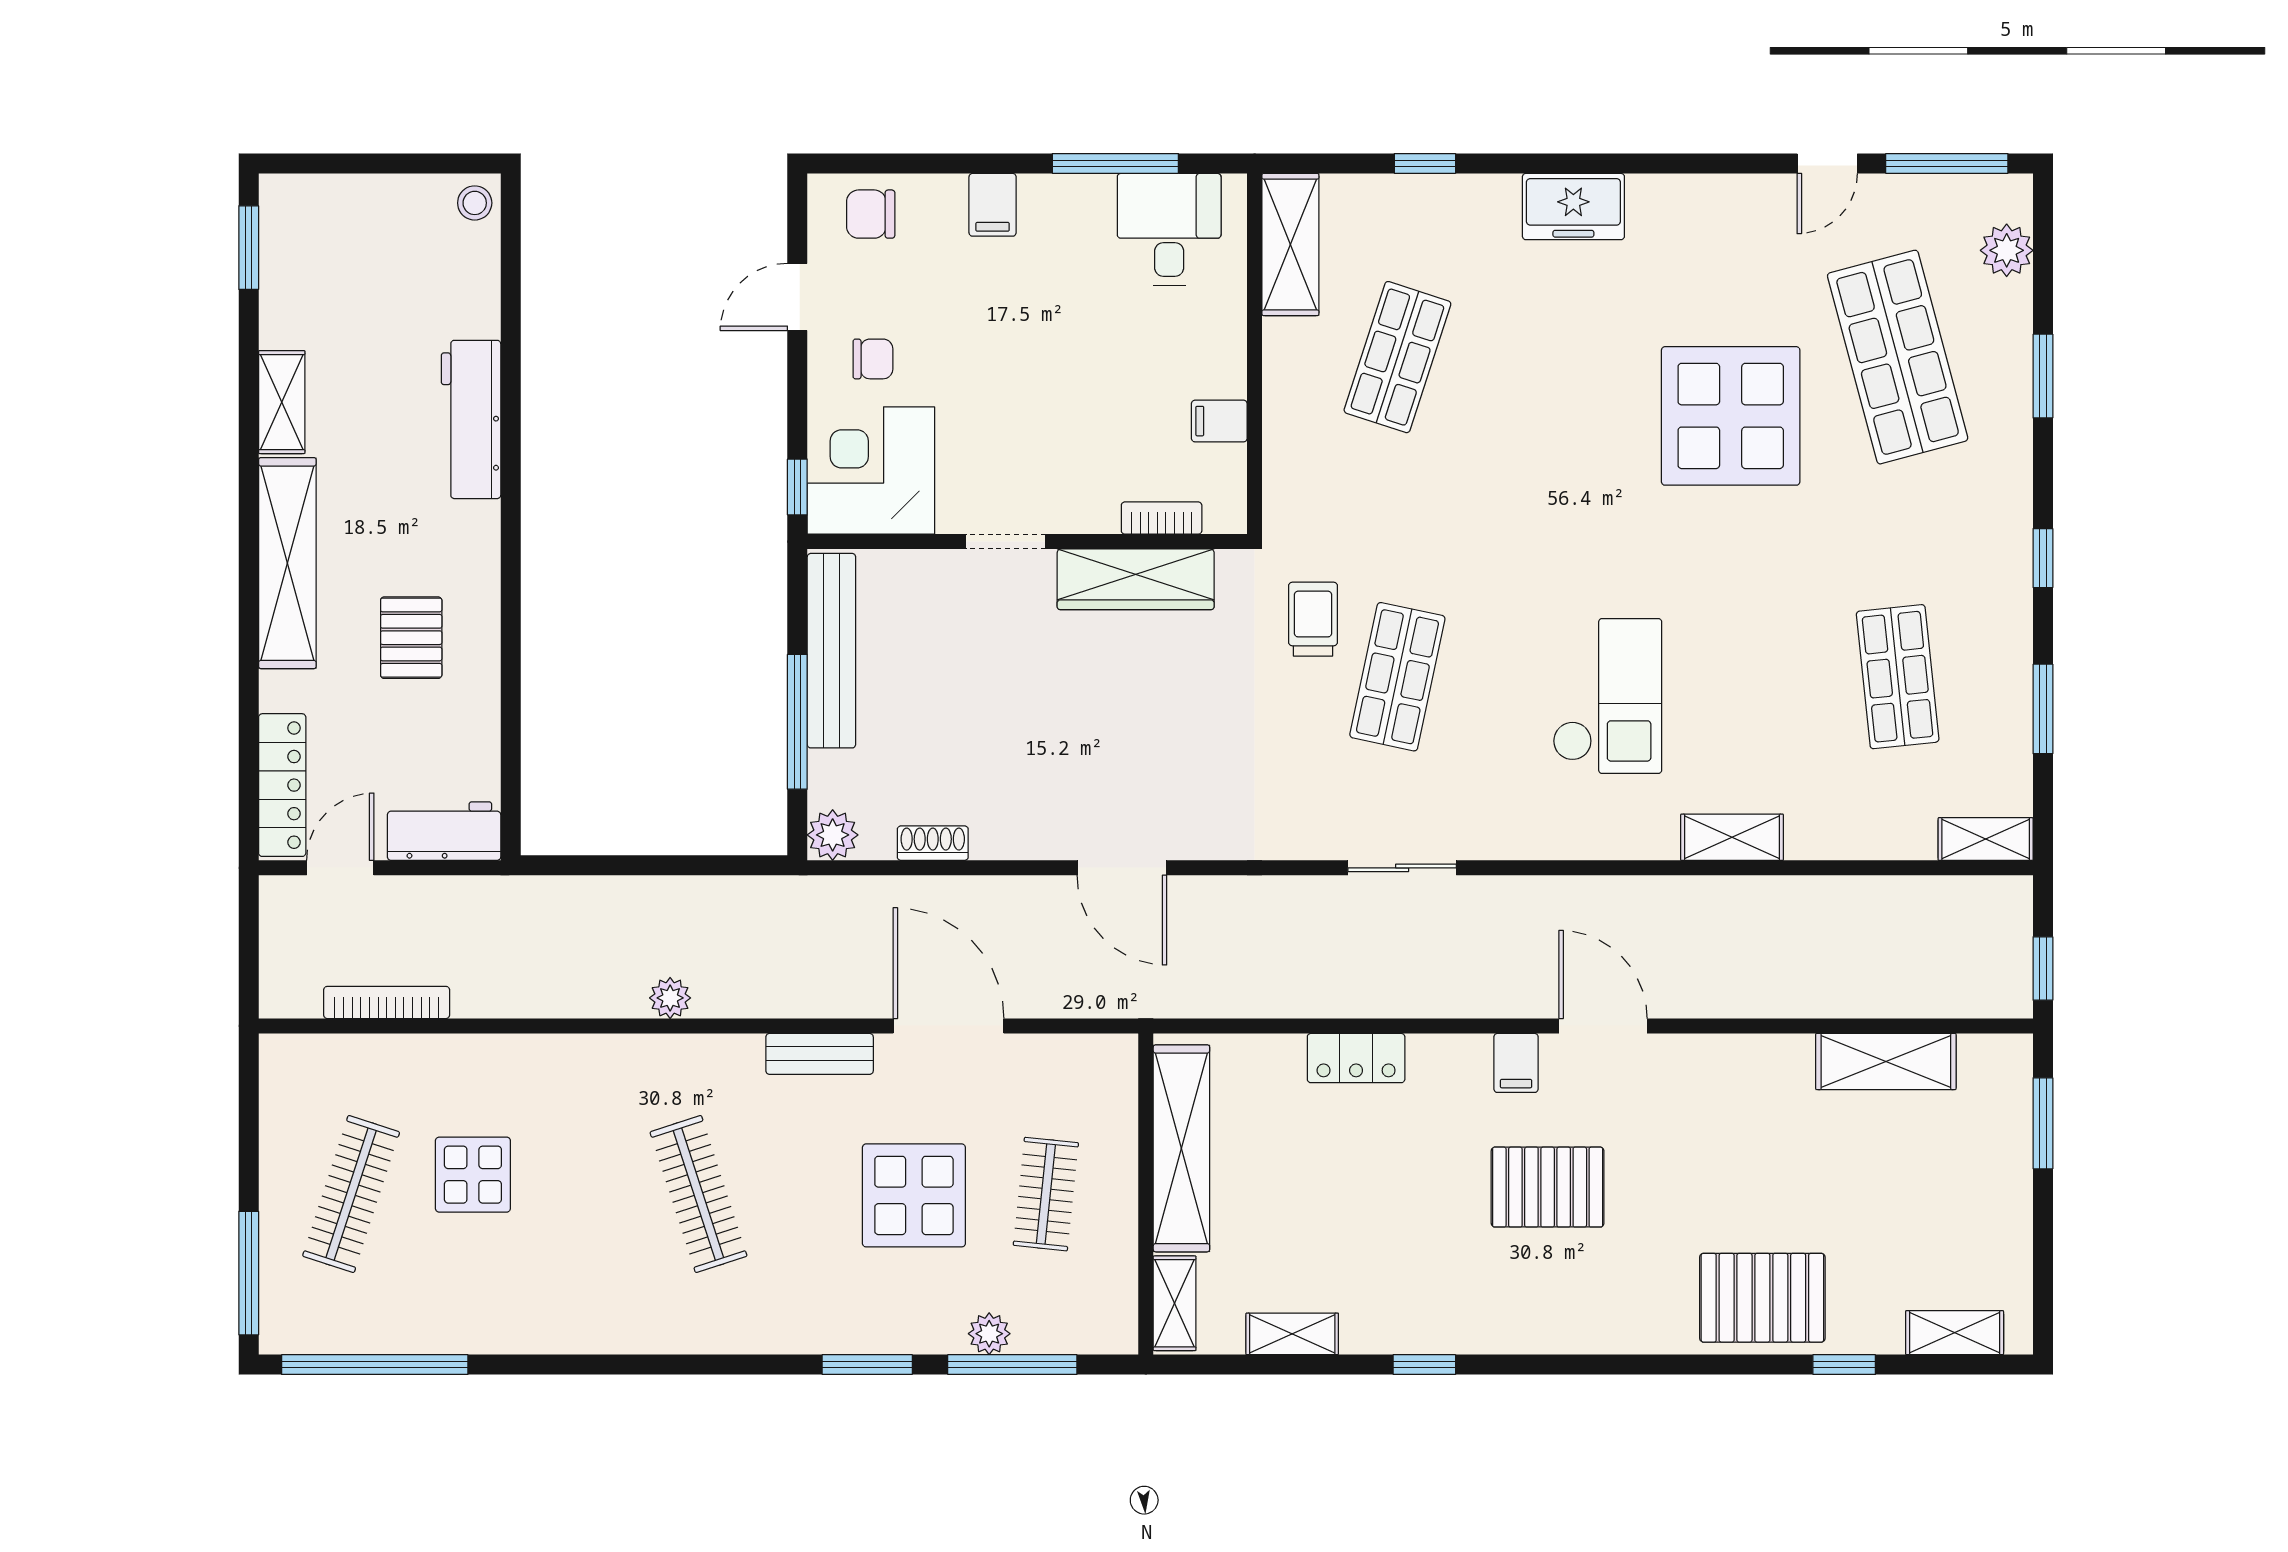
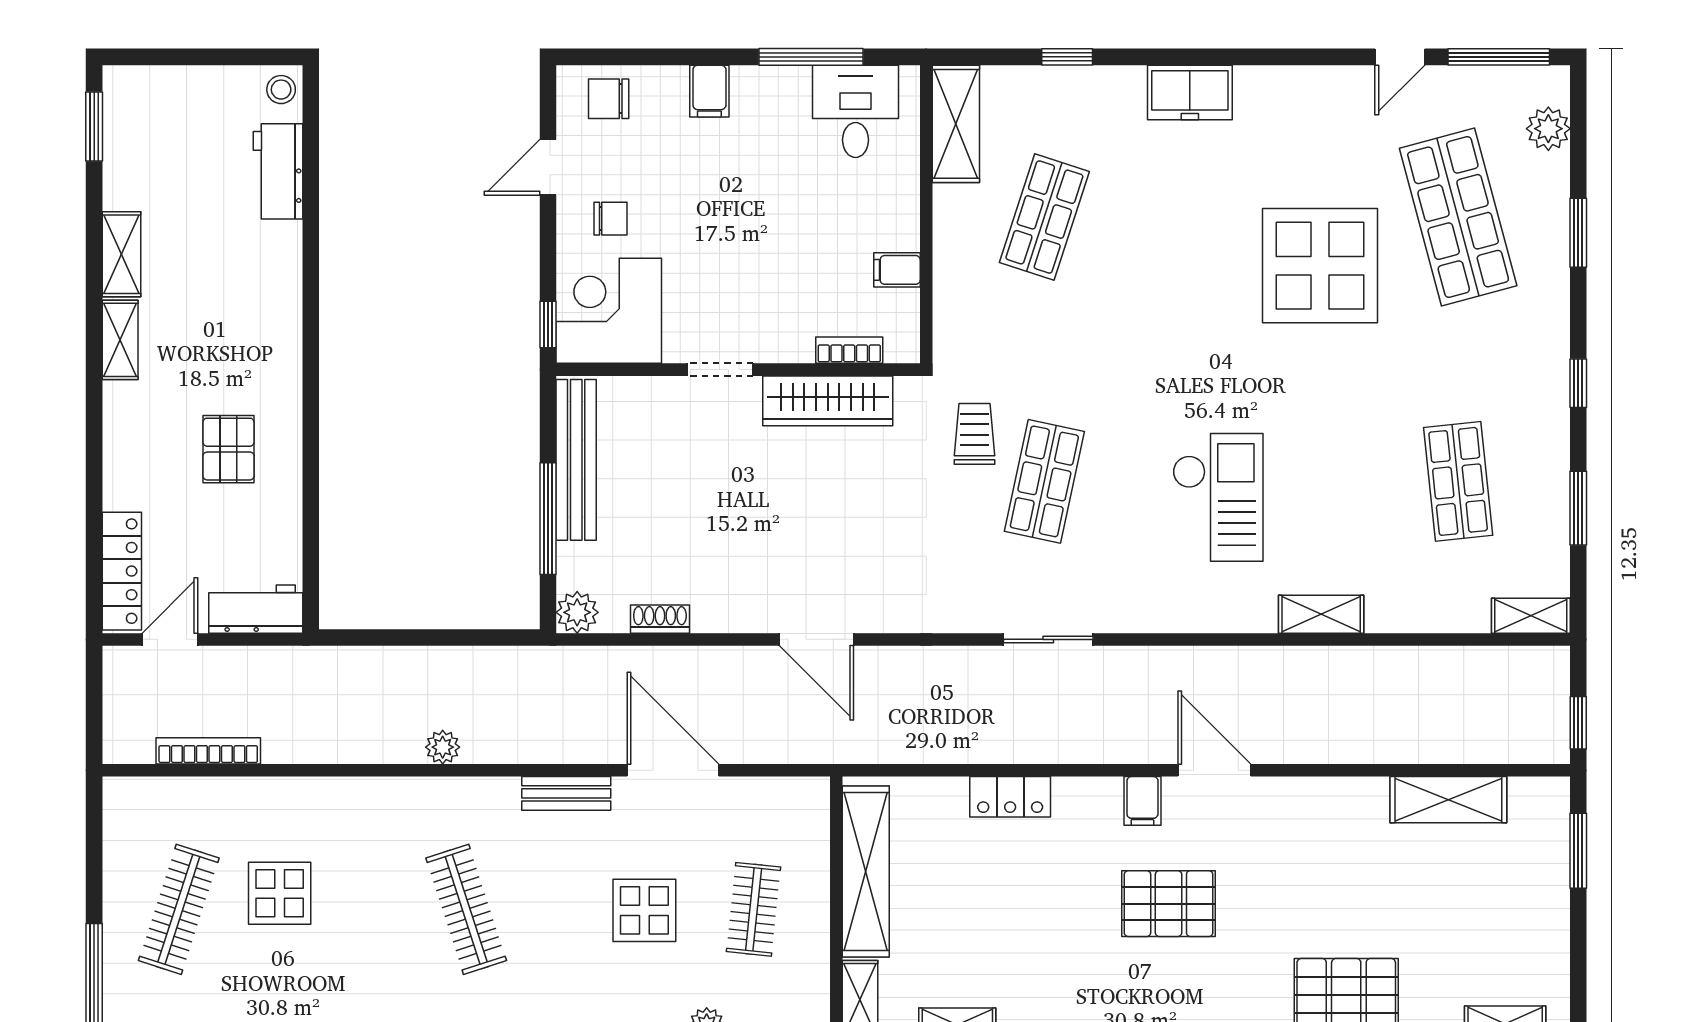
workbench: (471, 419) -> (278, 171), moved, width x0.73
shelving: (287, 563) -> (120, 340), width x0.45, depth x0.75
display table: (914, 1195) -> (644, 910), width x0.73, depth x0.73

